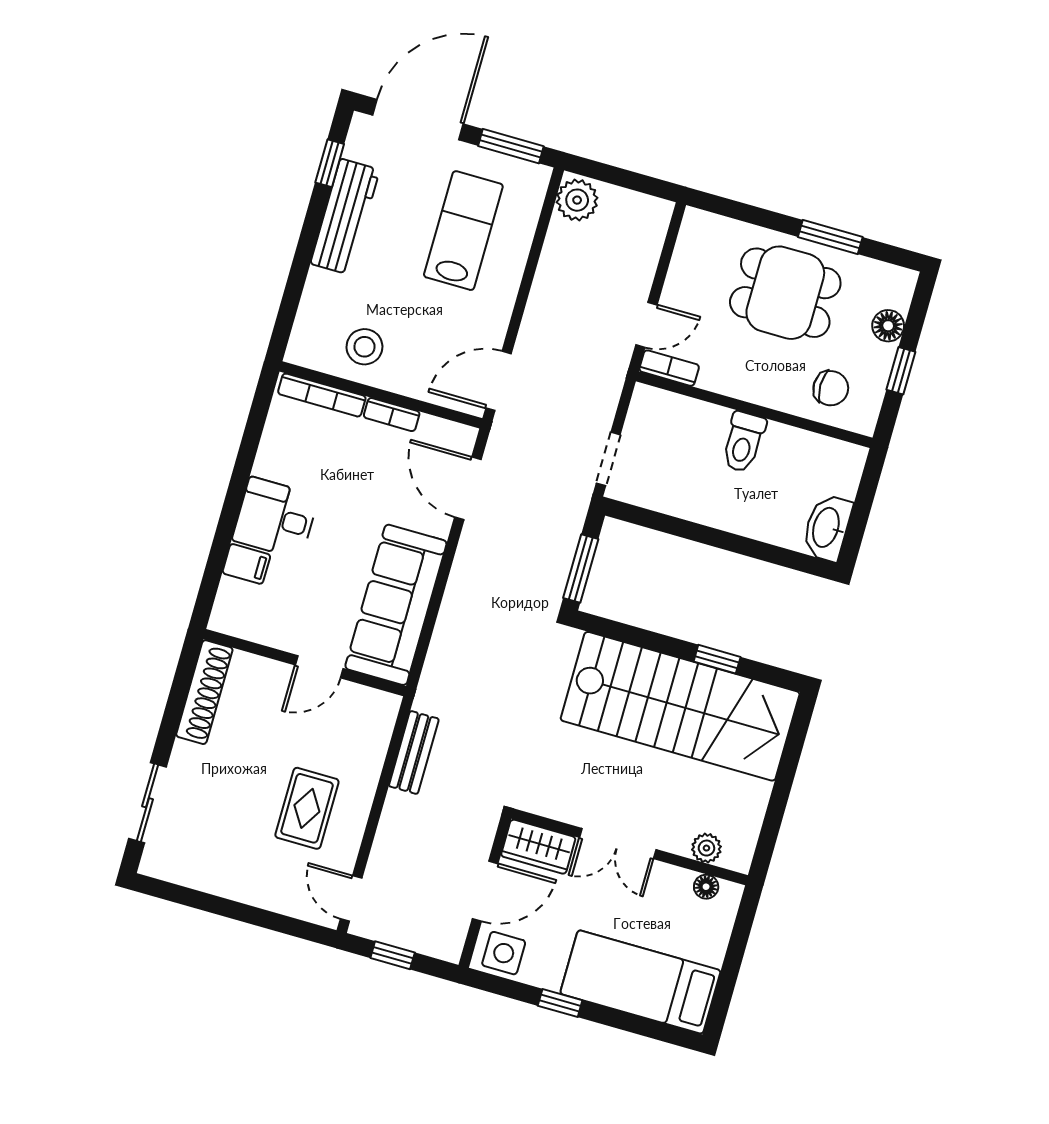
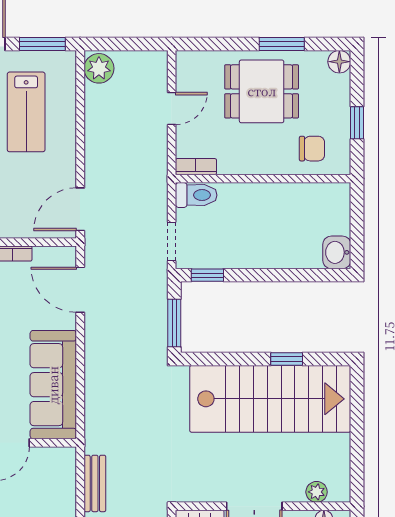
lab bench: (463, 231) -> (26, 112), turned 180
door: (646, 325) -> (172, 108), moved
floor lamp: (888, 326) -> (339, 62), moved
toilet: (743, 442) -> (196, 195), moved, turned -90
window: (643, 517) -> (207, 275), added
washbasin: (827, 528) -> (337, 252), width x0.72

